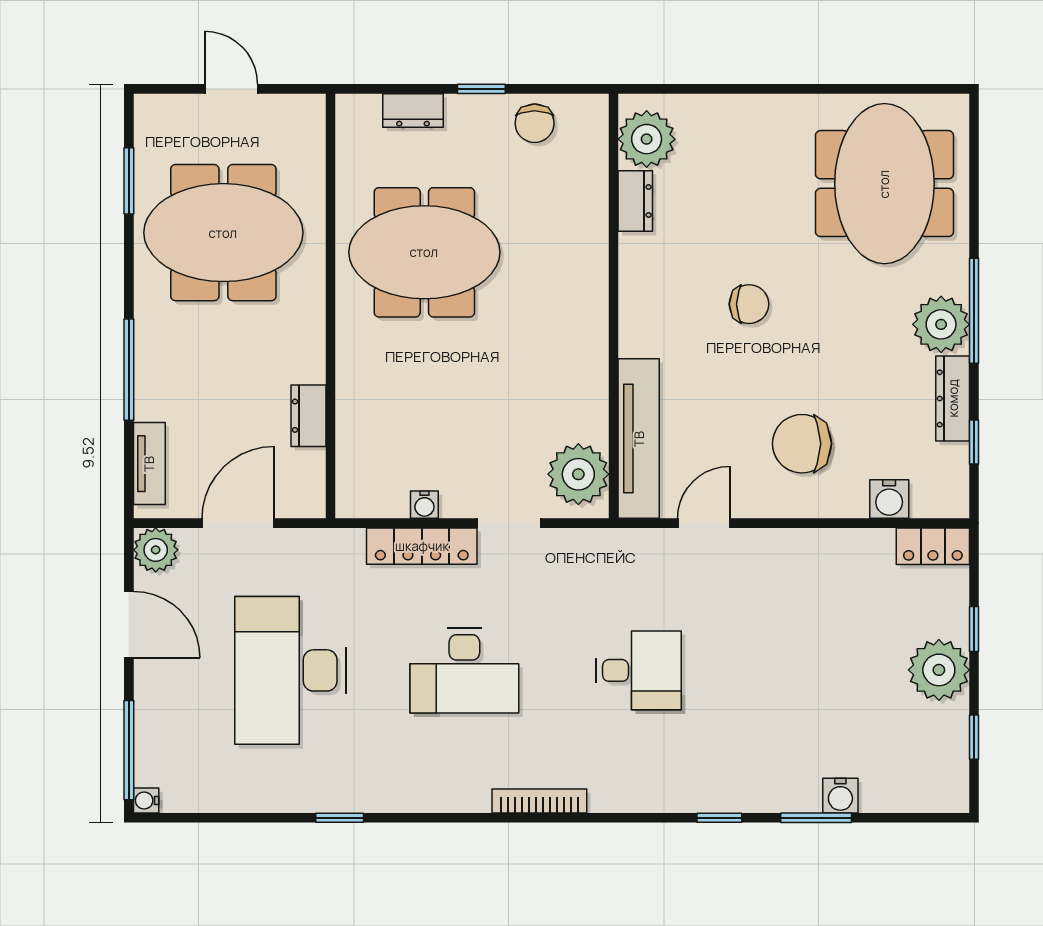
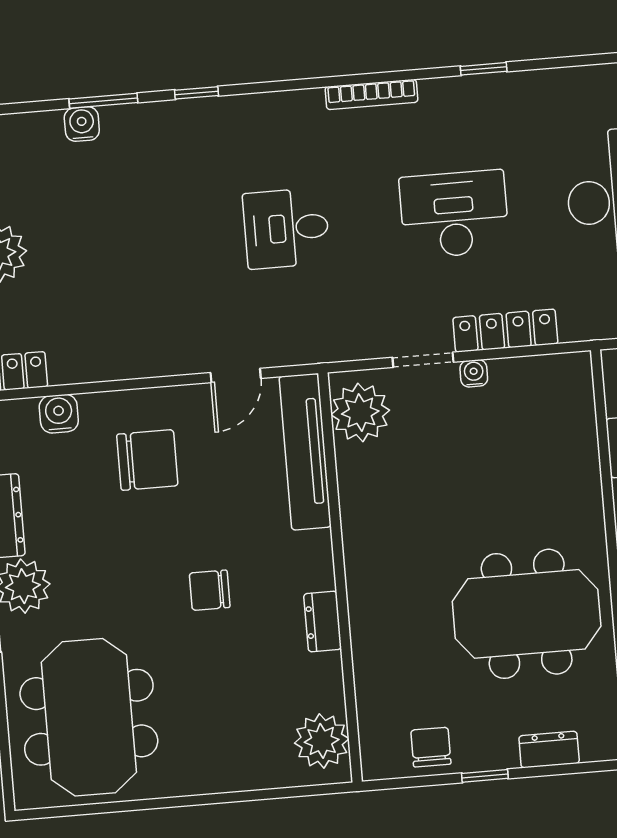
dresser: (635, 201) -> (323, 621), moved
water cooler: (424, 505) -> (474, 373), moved
window: (340, 818) -> (484, 69), moved

